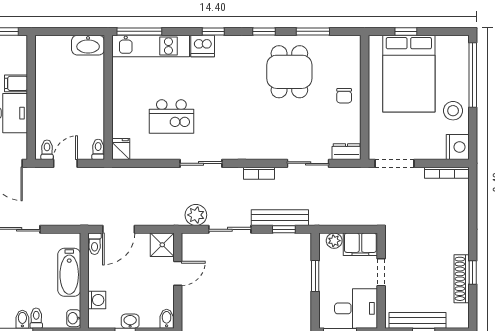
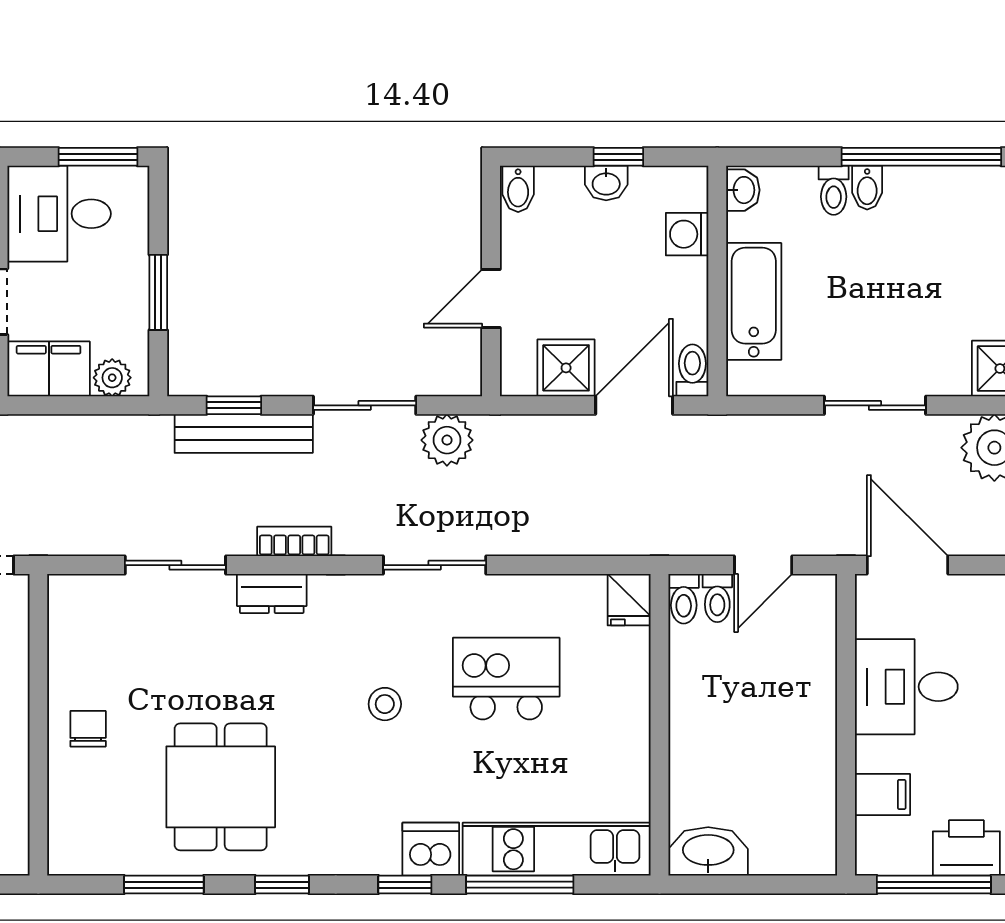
window: (139, 31) -> (520, 885), moved
filing cabinet: (16, 83) -> (882, 794), moved
stool: (222, 106) -> (385, 704), added
toilet: (47, 150) -> (717, 598), moved
dresser: (347, 152) -> (272, 594), moved
shower: (162, 245) -> (566, 368), moved

